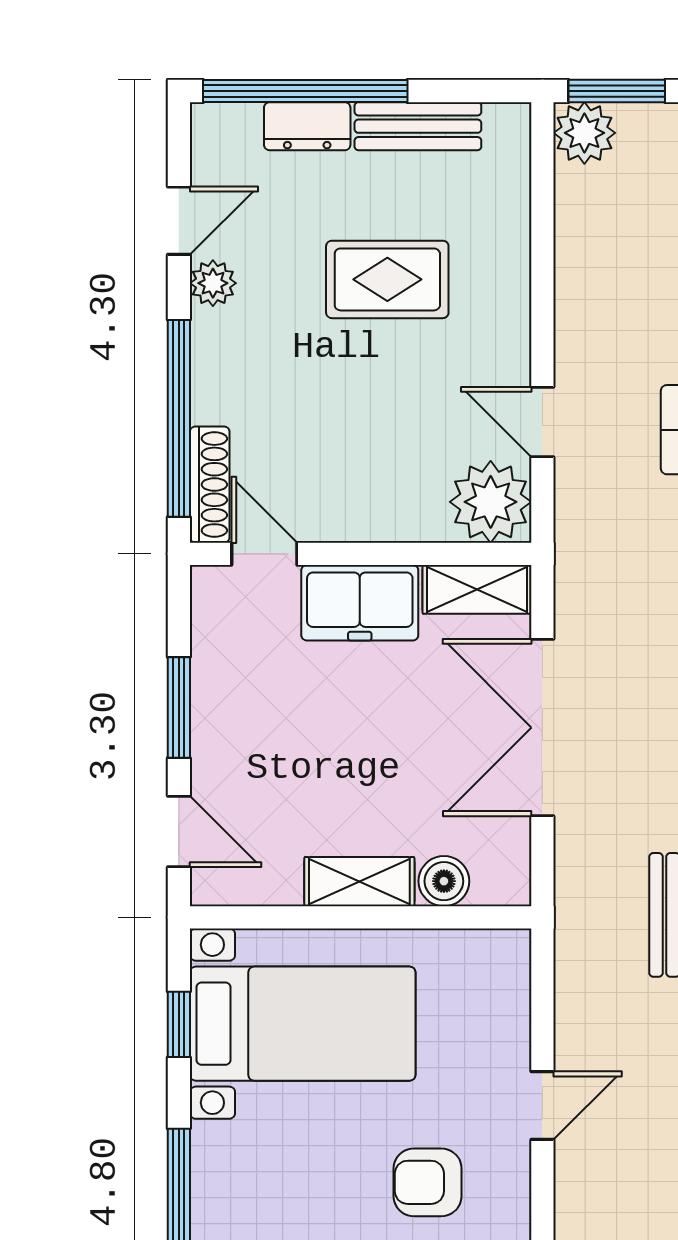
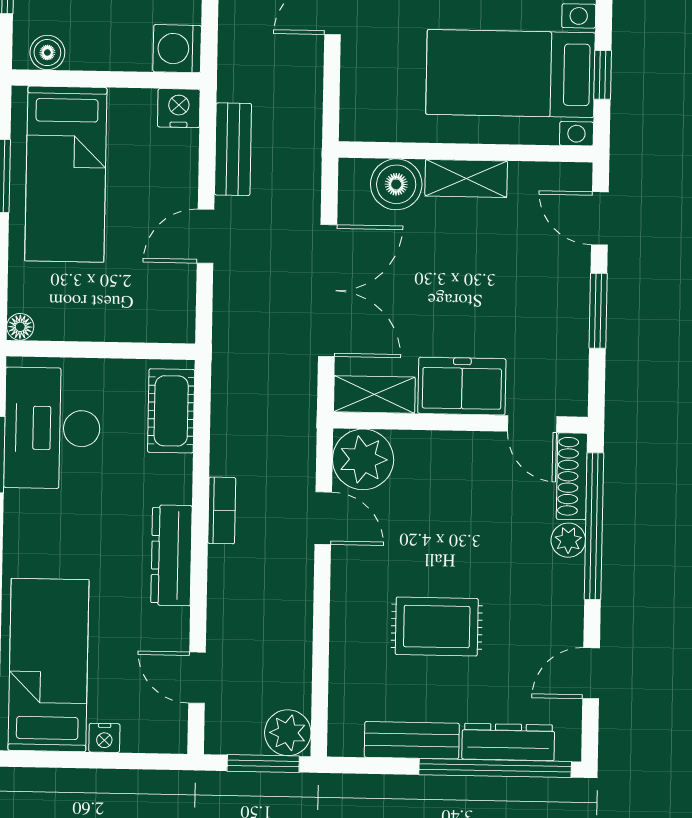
dresser: (307, 126) -> (508, 742), width x1.44
plant: (213, 283) -> (568, 540), moved
boiler: (444, 881) -> (396, 184), width x1.36, depth x1.36

